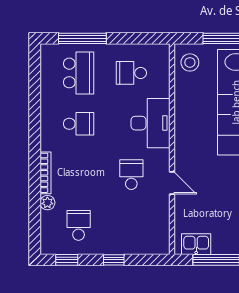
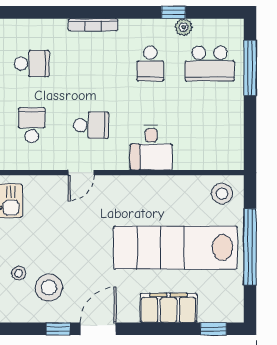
school desk: (131, 73) -> (32, 125), moved
window: (35, 104) -> (173, 12), added
desk: (150, 123) -> (151, 148), width x0.73
plant: (47, 203) -> (184, 27), moved

